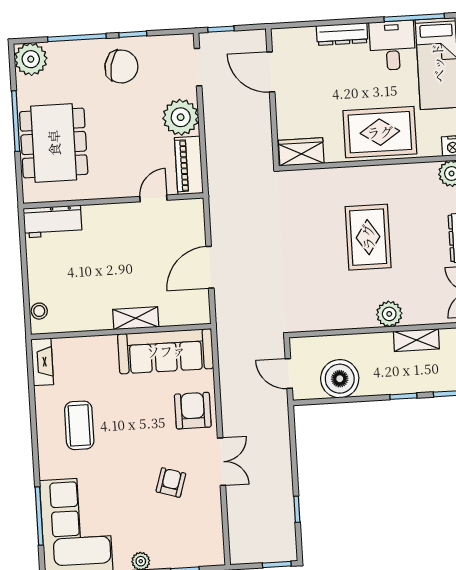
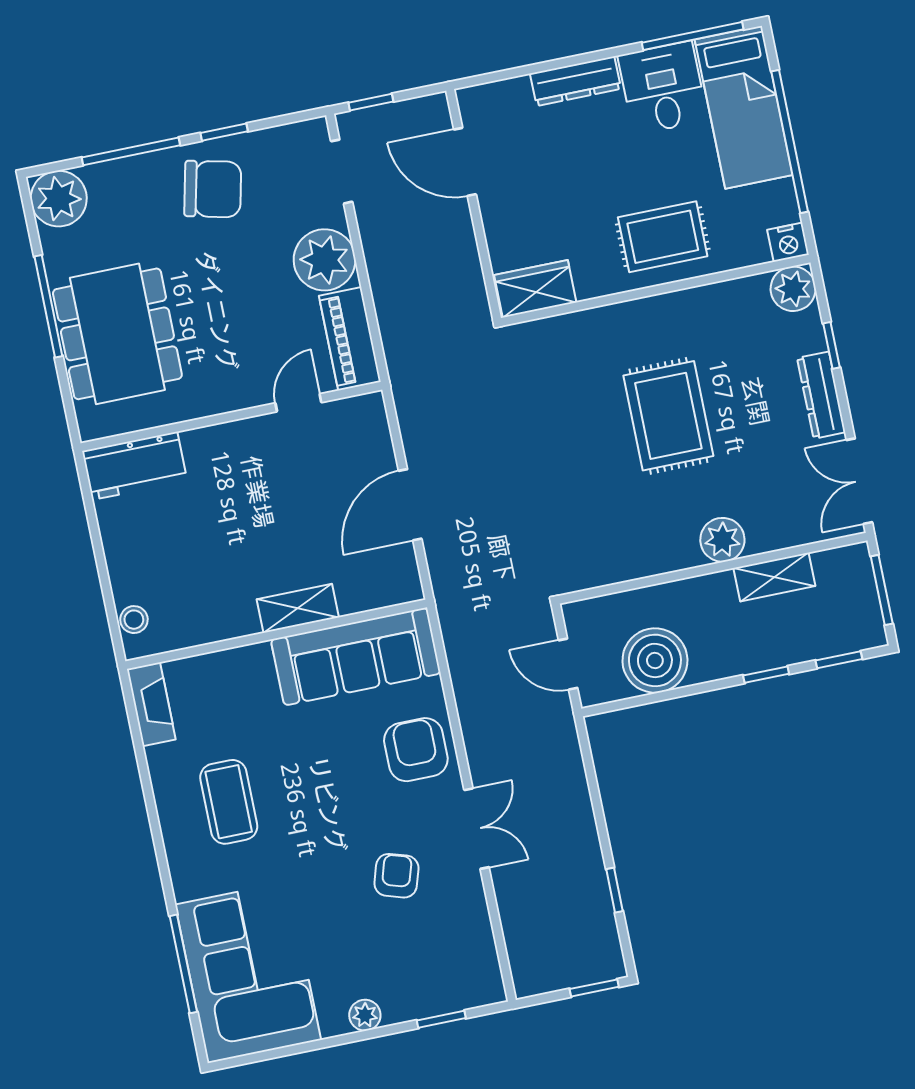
rug: (380, 132) -> (663, 237), width x0.73, depth x0.70

